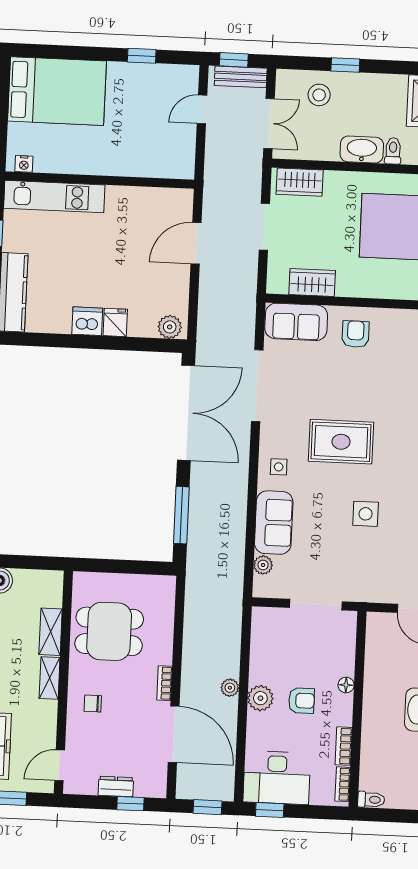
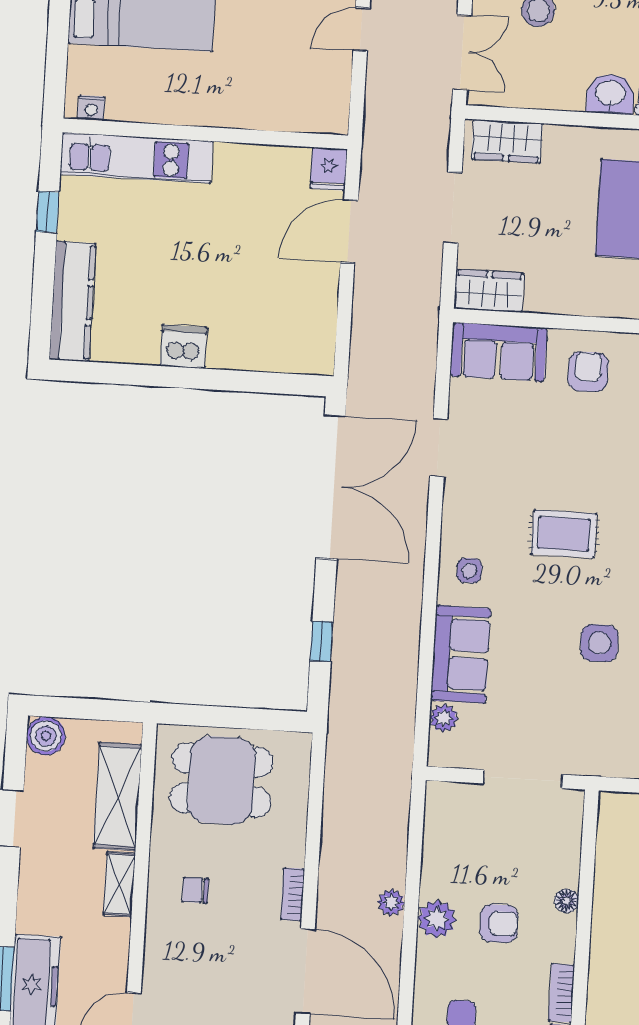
washbasin: (362, 150) -> (610, 94), width x0.72
wardrobe: (312, 282) -> (489, 291), moved
fridge: (115, 322) -> (329, 169), moved, turned 180
plant: (170, 327) -> (308, 357), removed
doorway: (257, 386) -> (439, 448), width x0.53
rug: (341, 442) -> (564, 534), width x0.73, depth x0.70
window: (181, 515) -> (322, 641), width x0.46
dining table: (109, 631) -> (221, 780), moved
shelving: (51, 632) -> (117, 796), width x1.50, depth x1.33
chair: (93, 704) -> (195, 890), moved

